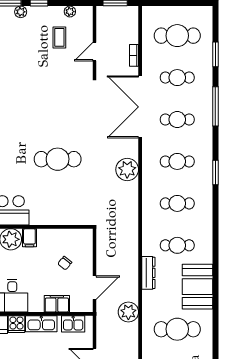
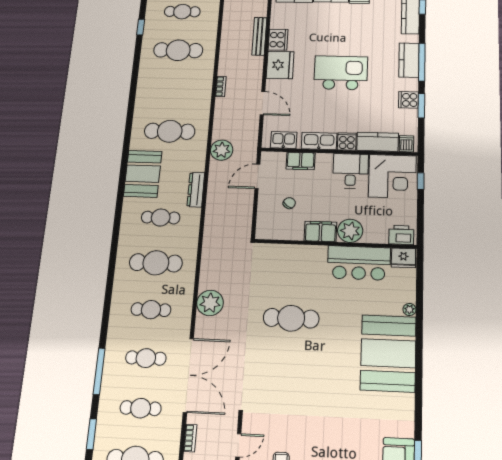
window: (215, 172) -> (108, 295), removed
cafe table: (177, 203) -> (156, 263), width x1.37, depth x1.35
filing cabinet: (29, 238) -> (320, 231), width x2.00

